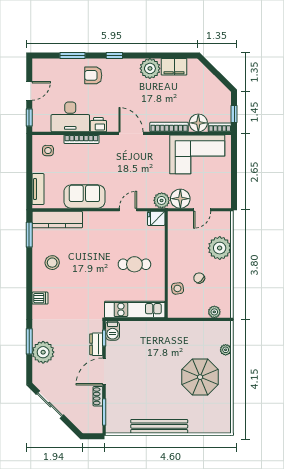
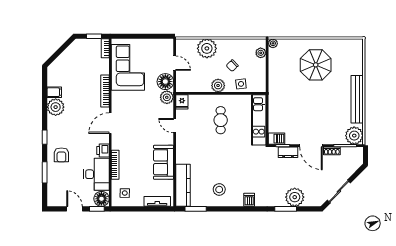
filing cabinet: (174, 67) -> (54, 92), width x0.50
floor lamp: (198, 123) -> (101, 199), moved
plant: (176, 261) -> (218, 86), added
plant: (226, 350) -> (273, 43), moved
plant: (116, 423) -> (354, 136), added

